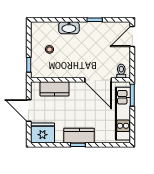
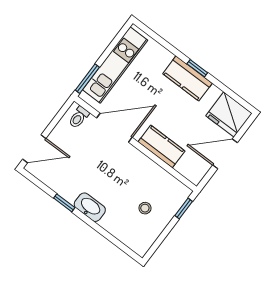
washbasin: (69, 28) -> (90, 207), moved
door: (98, 80) -> (114, 128), hinge flipped
kitchen counter: (54, 89) -> (161, 146), moved
door: (29, 111) -> (225, 154), swing flipped

